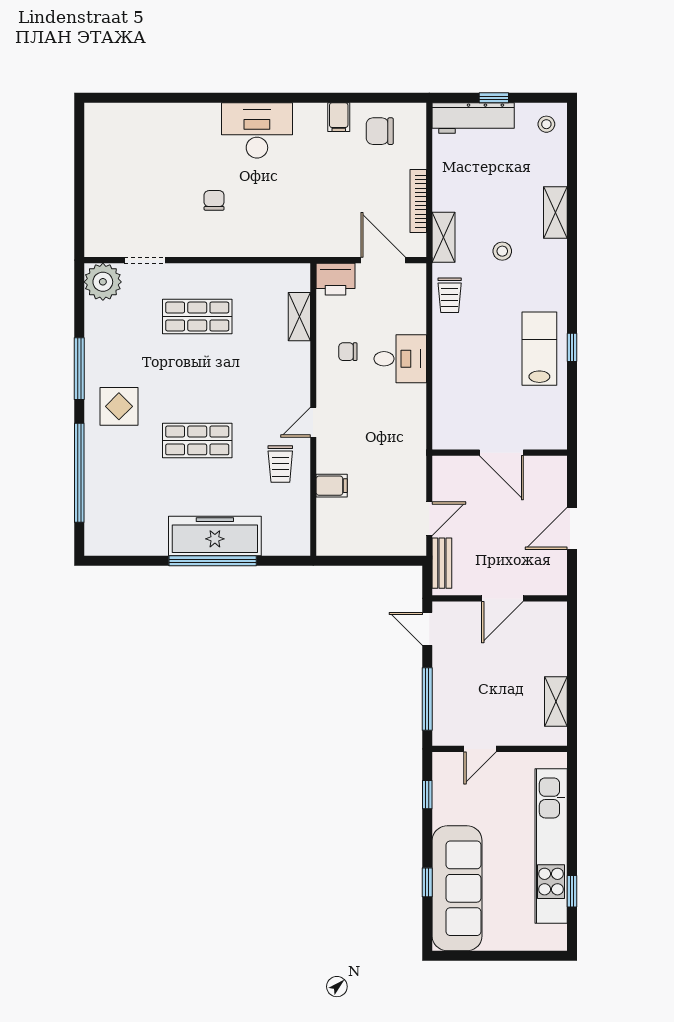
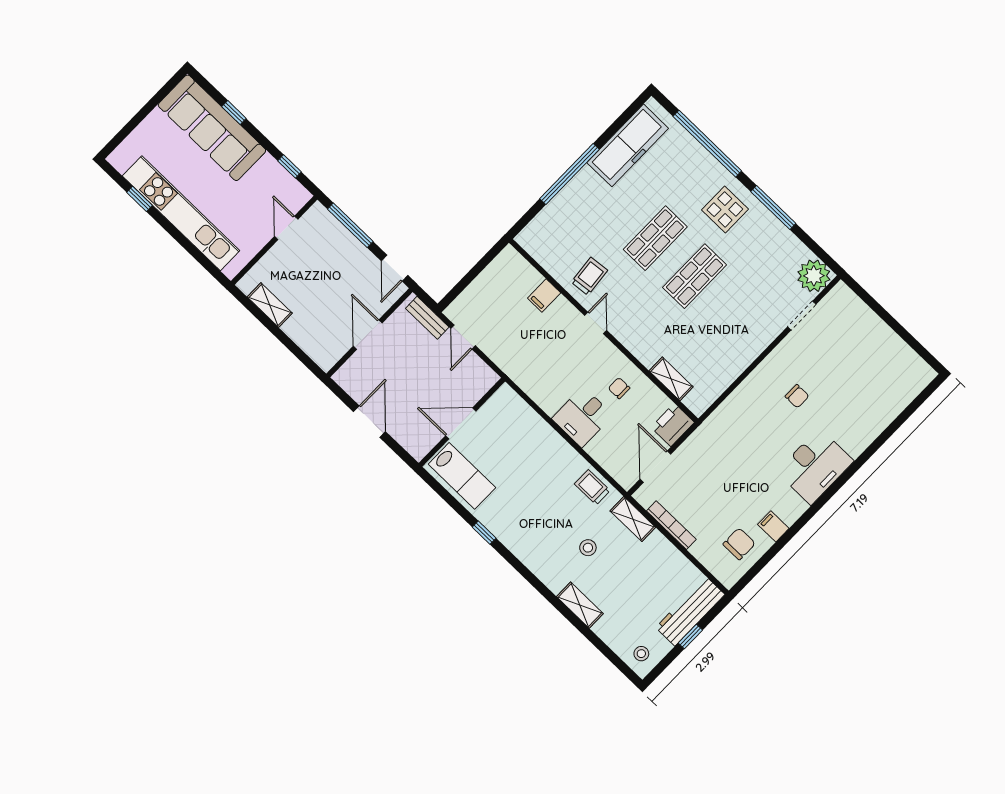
door: (383, 260) -> (655, 467), swing flipped
shop shelf: (197, 317) -> (695, 276), moved
lab bench: (539, 349) -> (462, 476), moved
chair: (348, 352) -> (619, 388), turned -90
trolley: (280, 464) -> (589, 276), turned 84
freezer: (215, 536) -> (628, 145), moved
door: (427, 629) -> (395, 268), swing flipped

